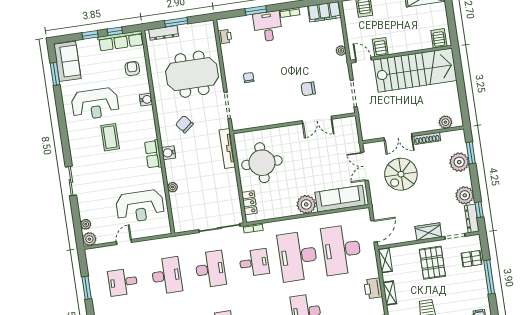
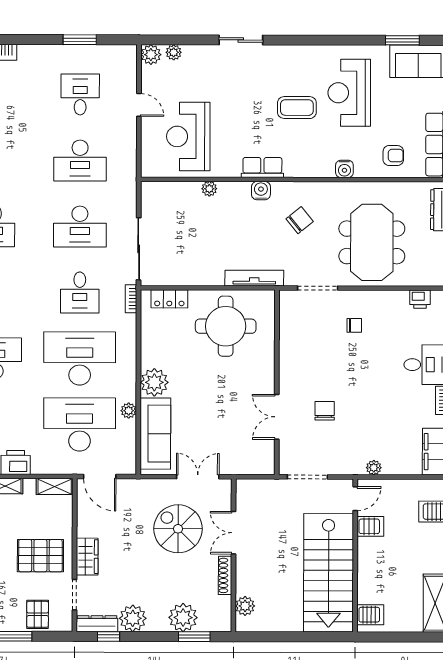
plant: (328, 219) -> (129, 411), added

